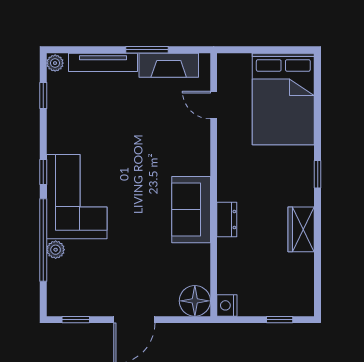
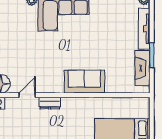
door: (214, 105) -> (27, 95), moved
sofa: (191, 210) -> (84, 82), moved

